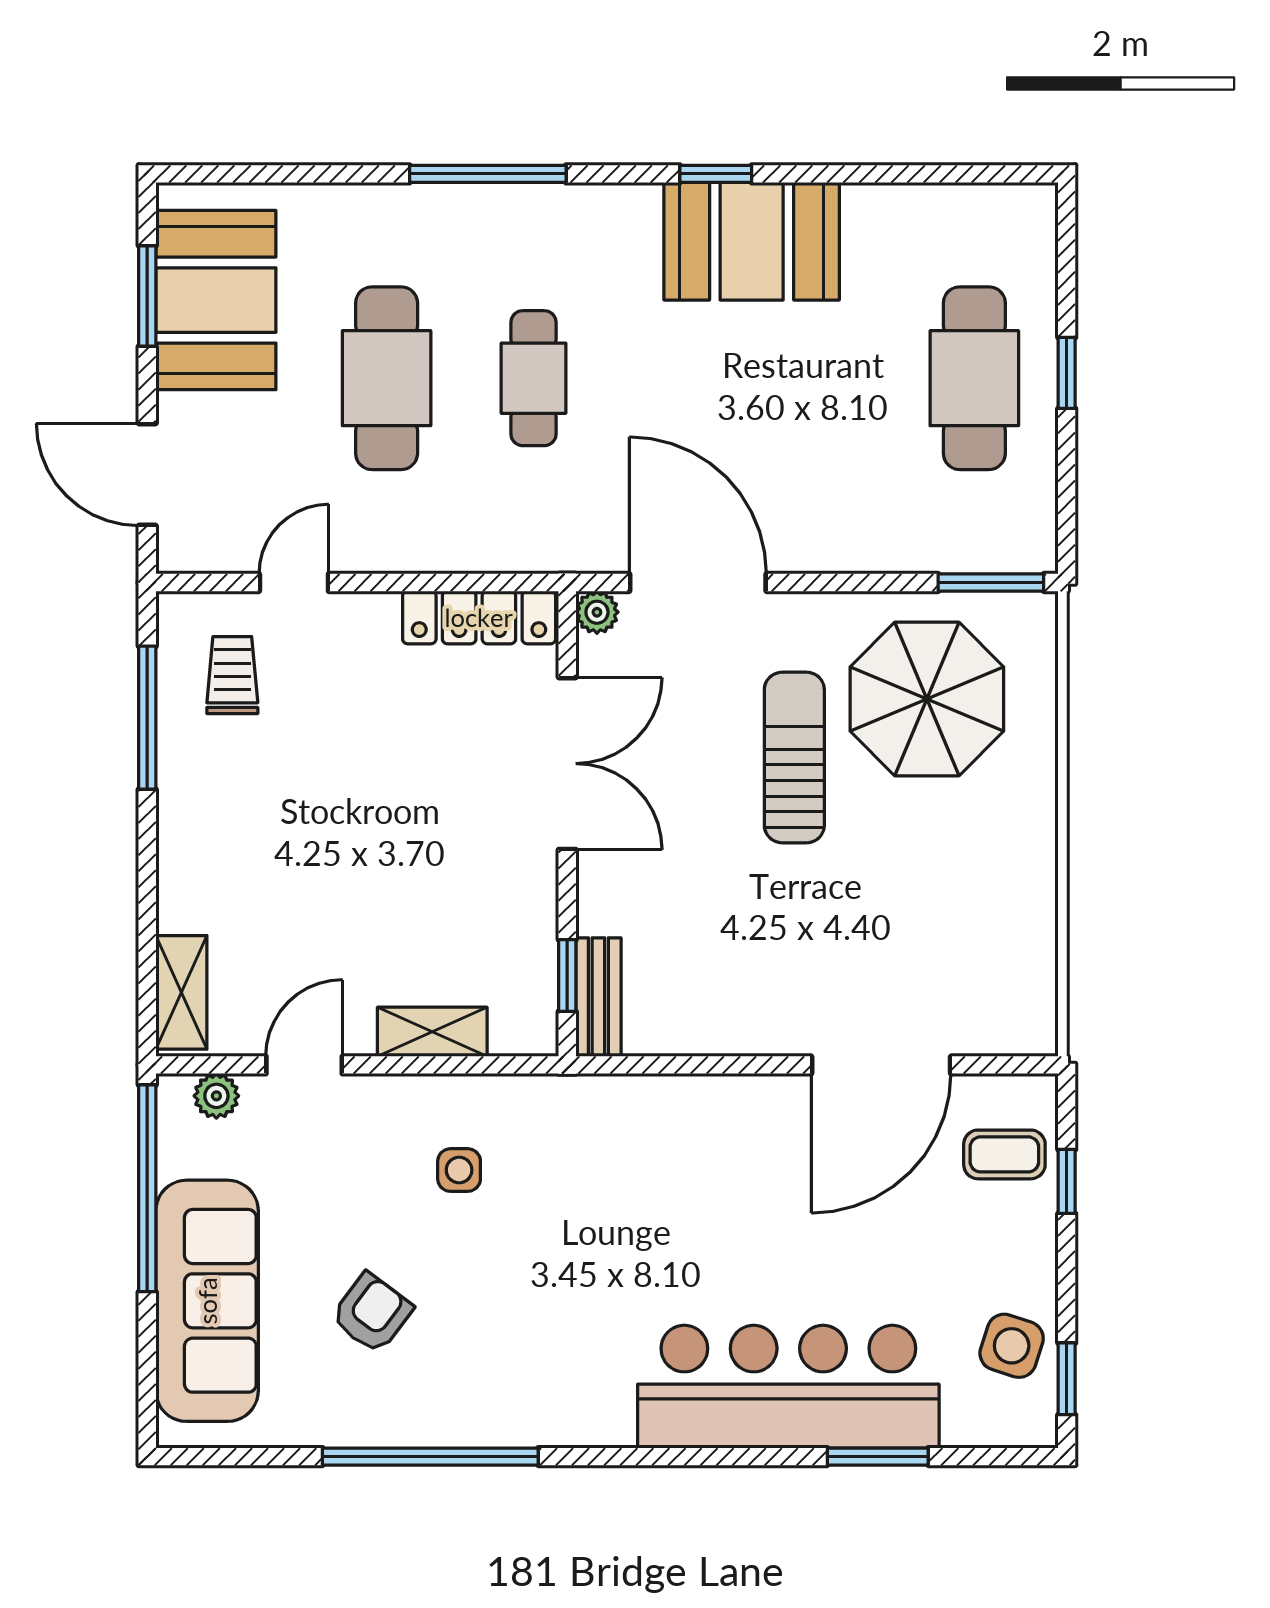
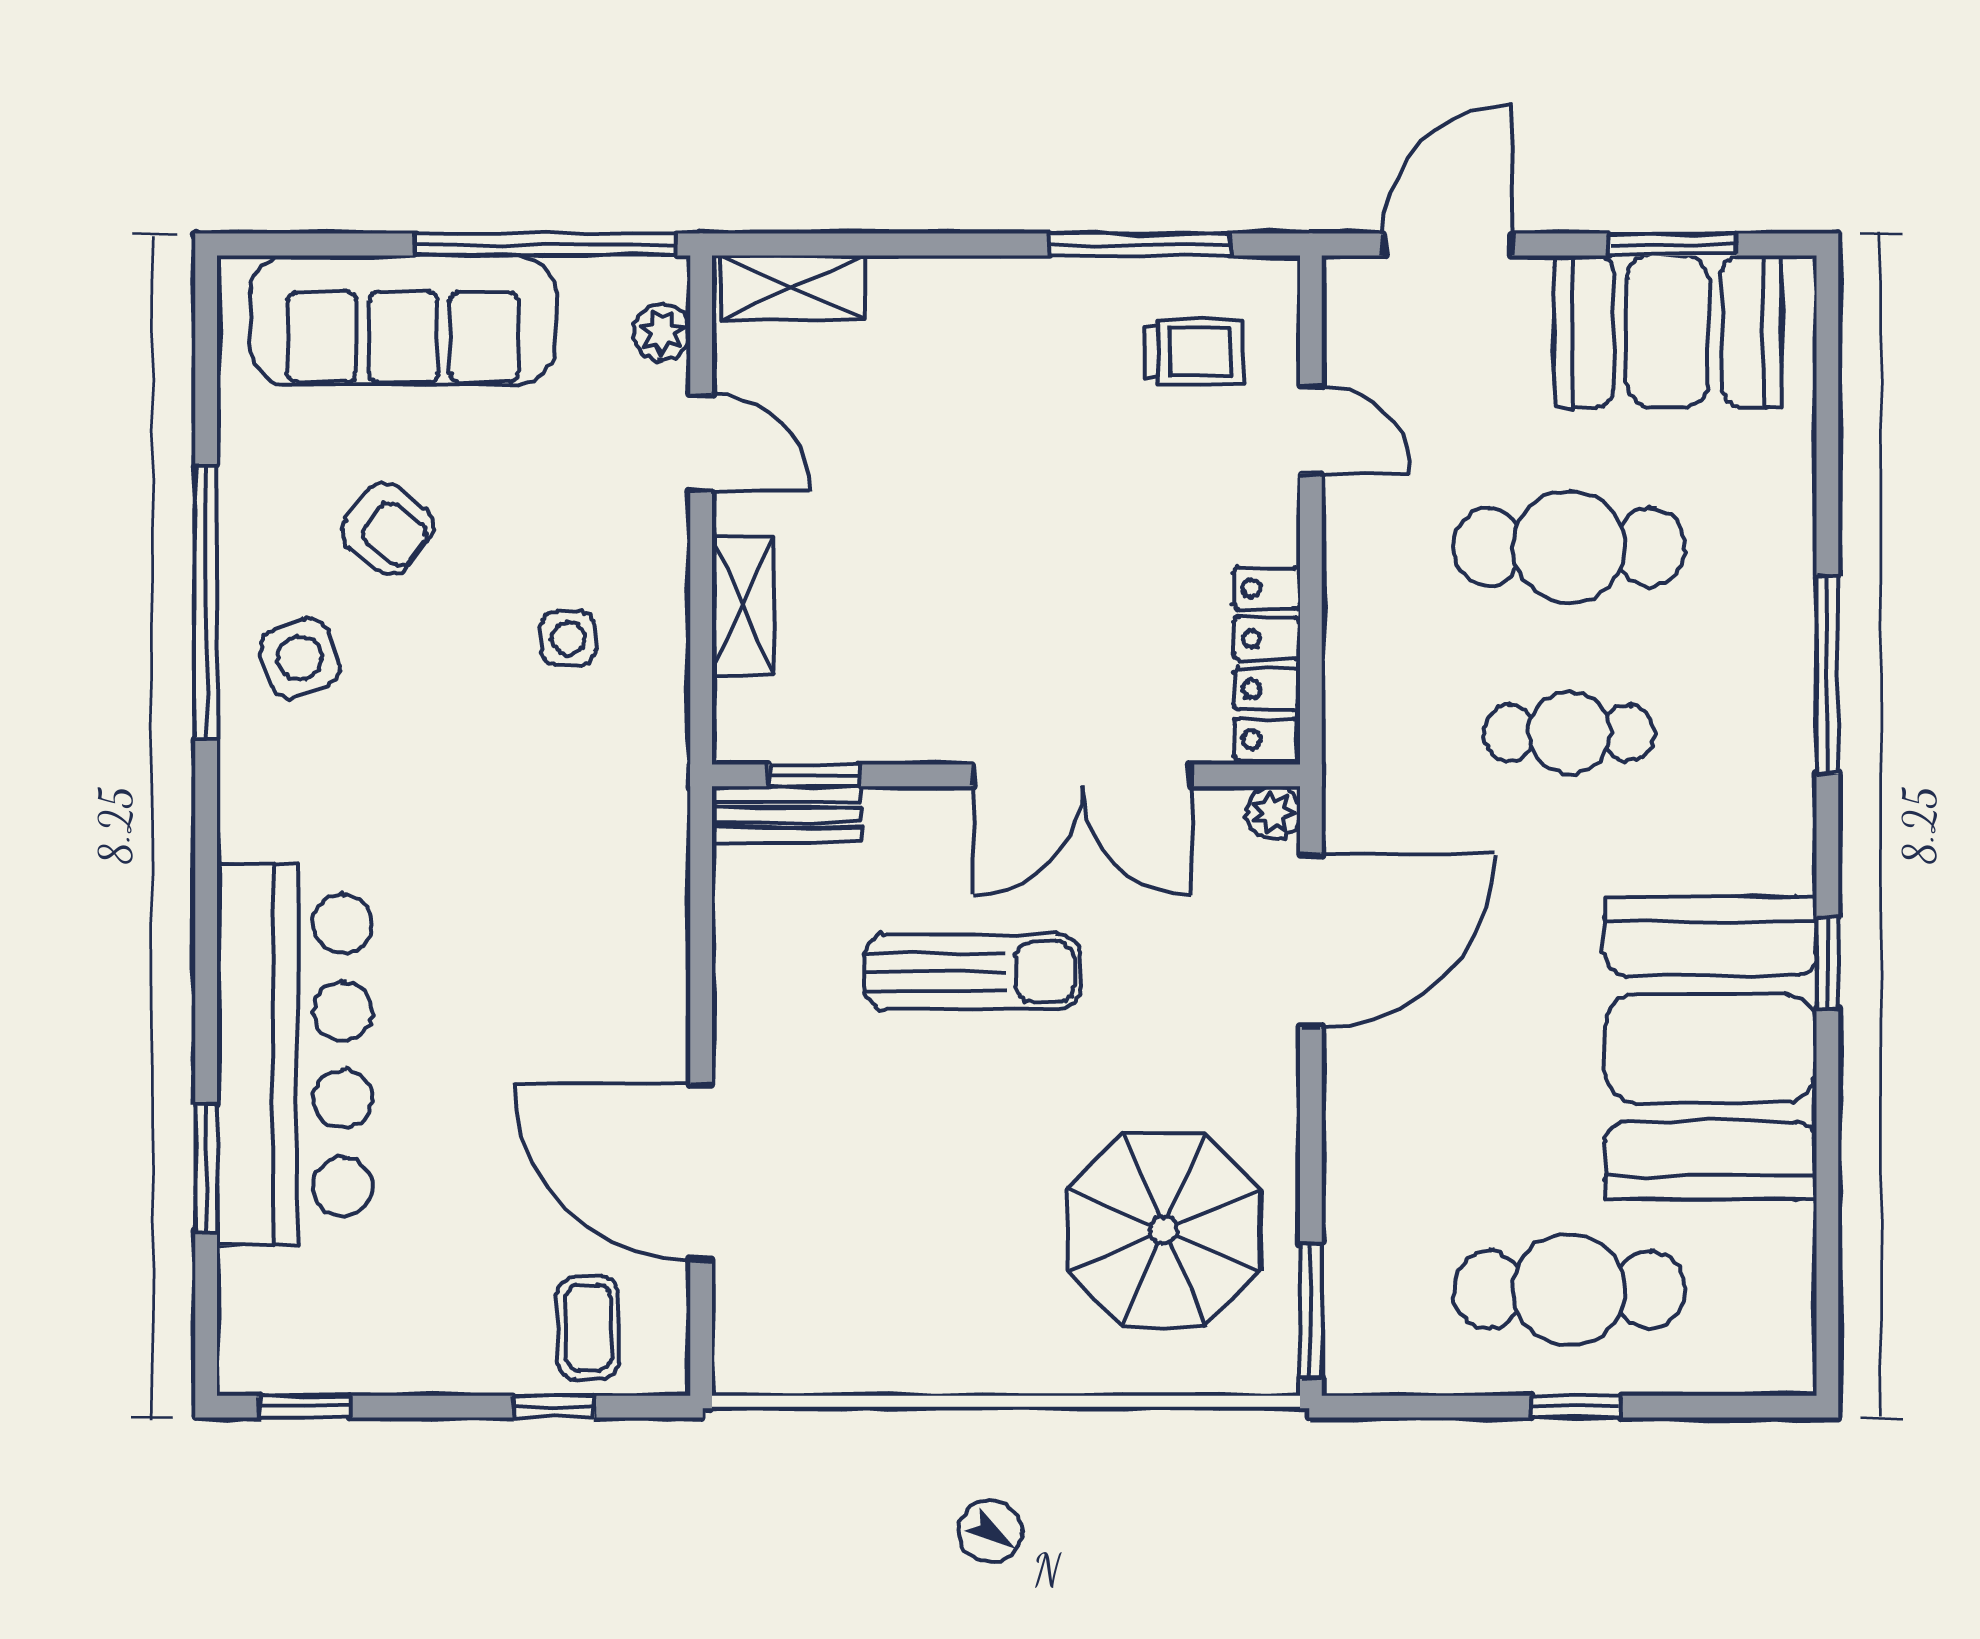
booth: (752, 241) -> (1711, 1048), width x1.36, depth x1.42
sun lounger: (794, 757) -> (972, 972), moved
side table: (1012, 1346) -> (300, 658), moved, turned -37

